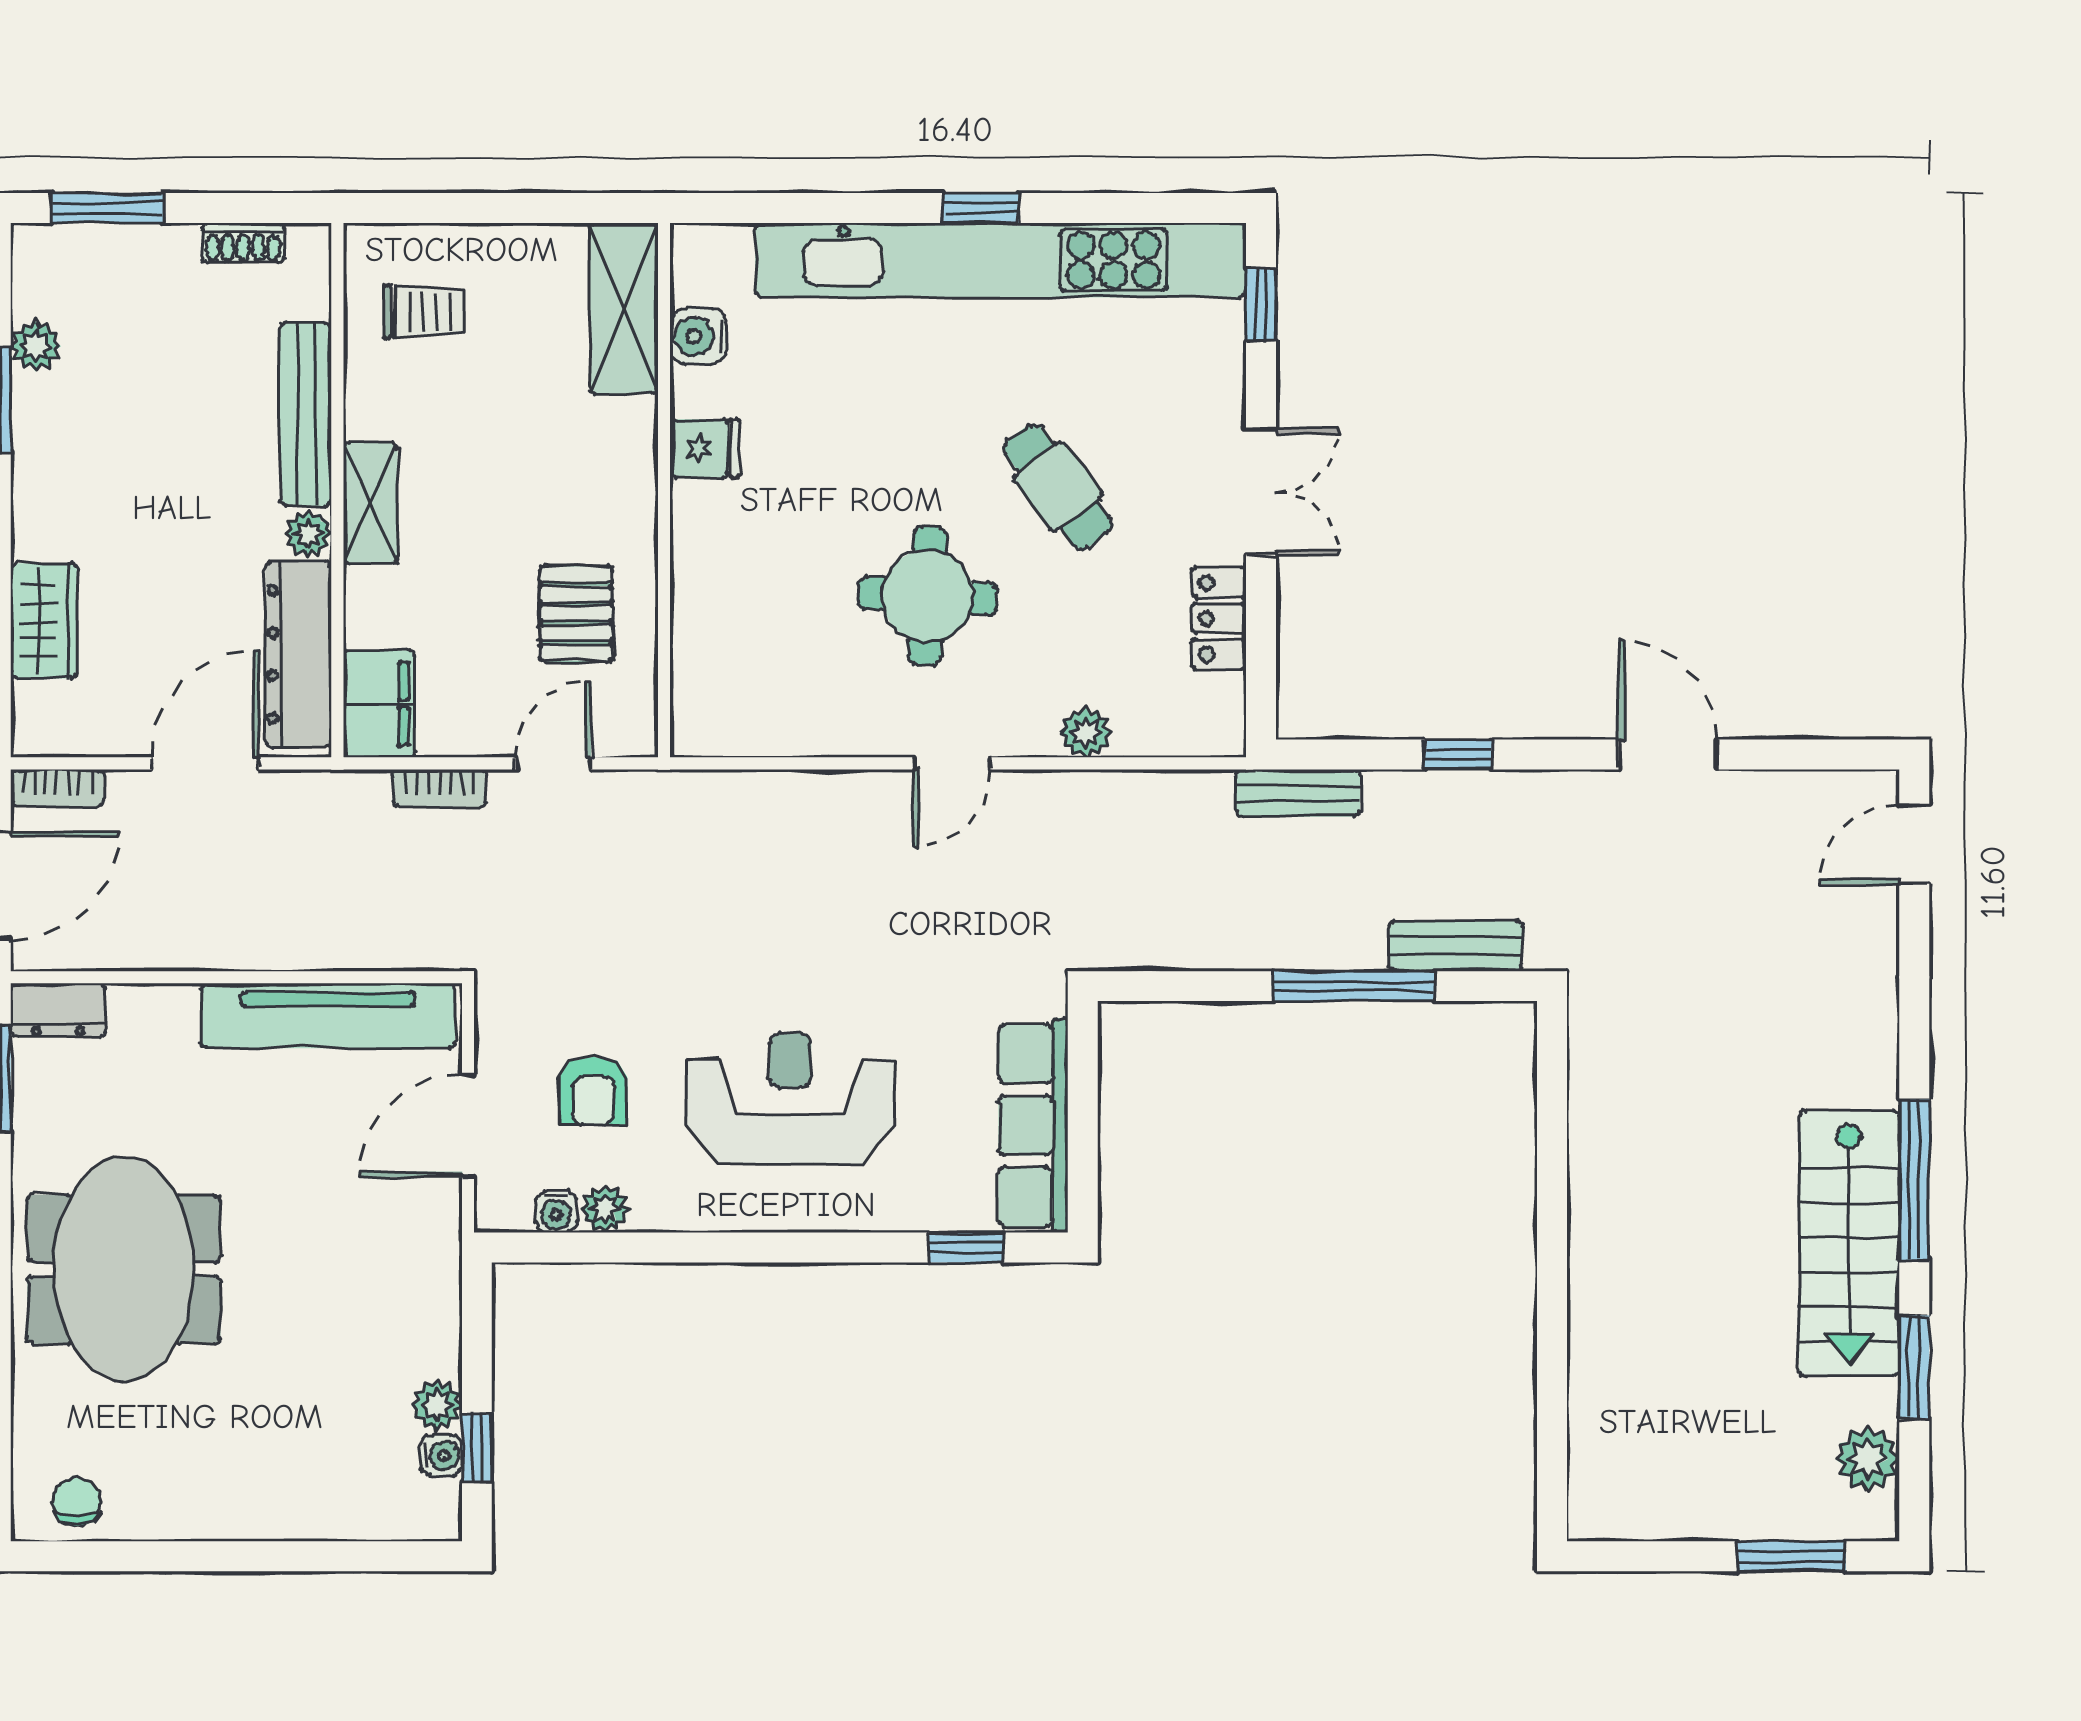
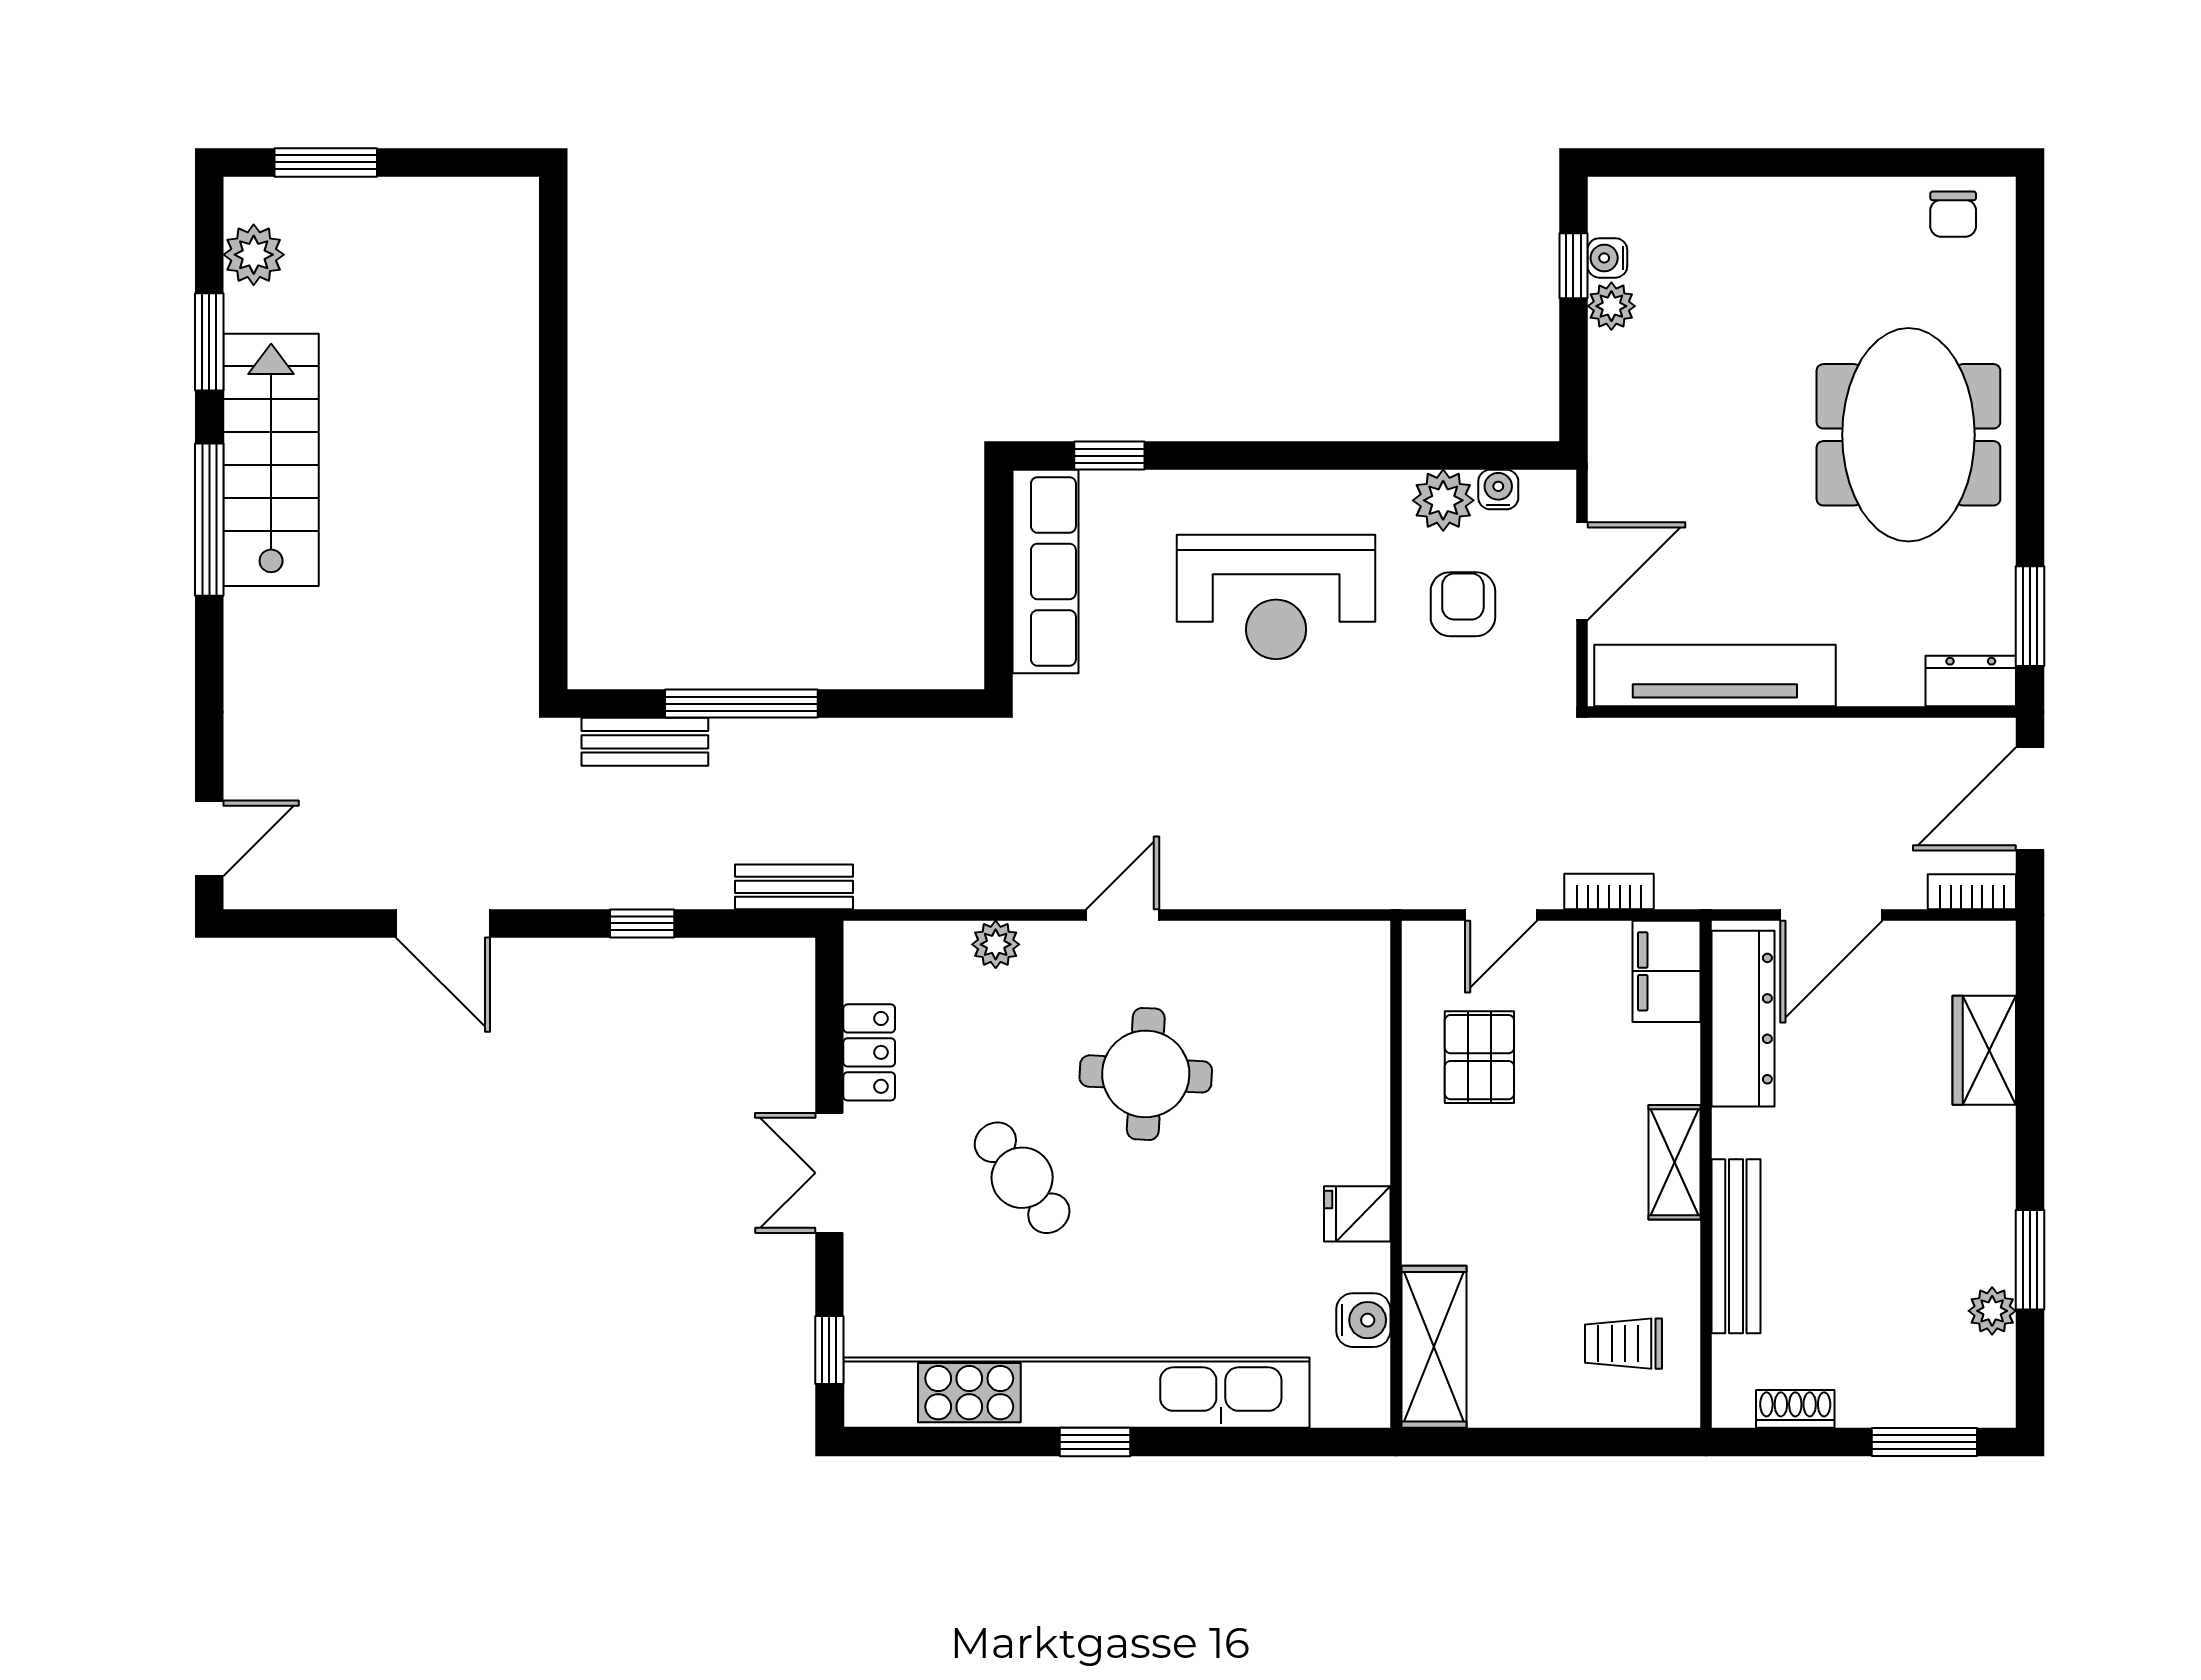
plant: (308, 534) -> (1733, 1133), removed
plant: (605, 1209) -> (1443, 500), width x1.38, depth x1.38

